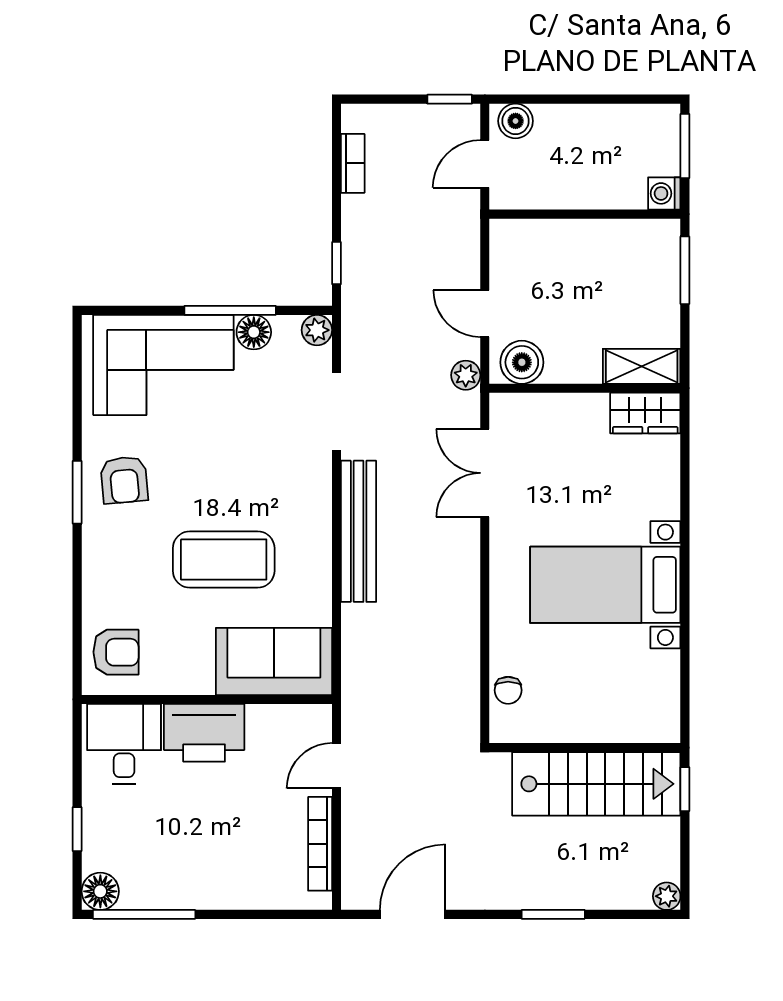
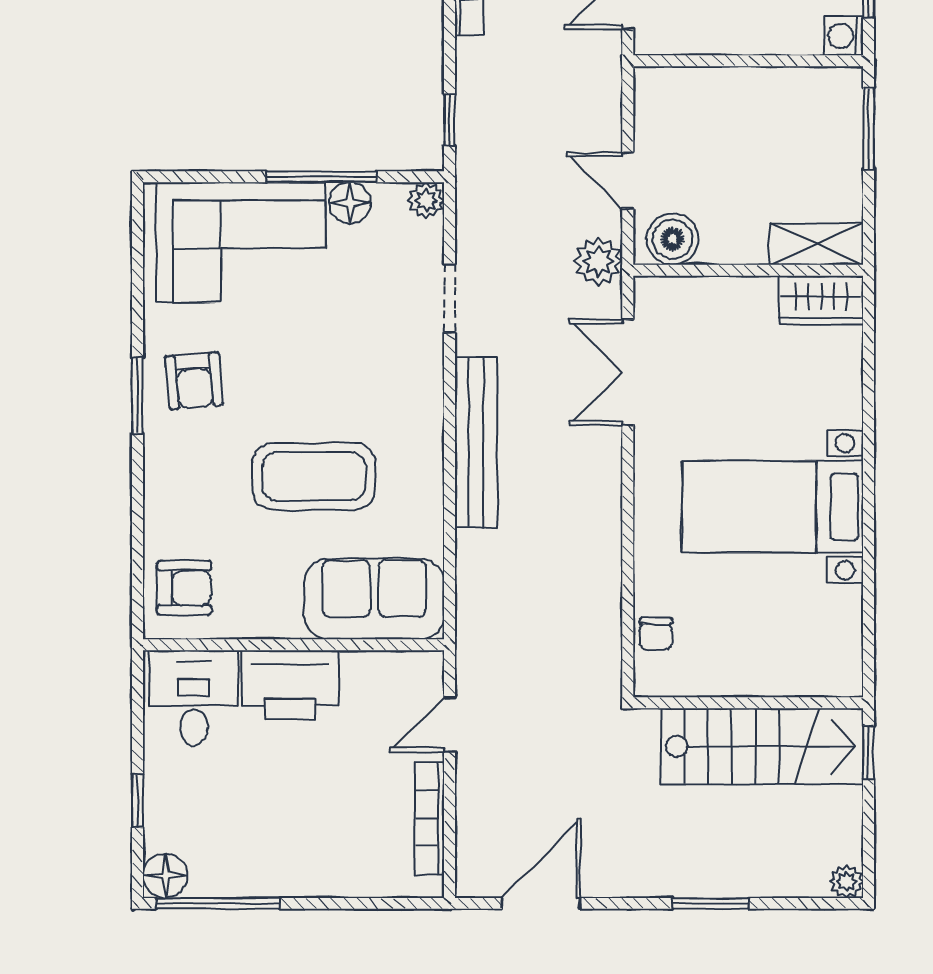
plant: (466, 375) -> (598, 261), width x1.38, depth x1.38
doorway: (337, 412) -> (450, 299), width x0.73

